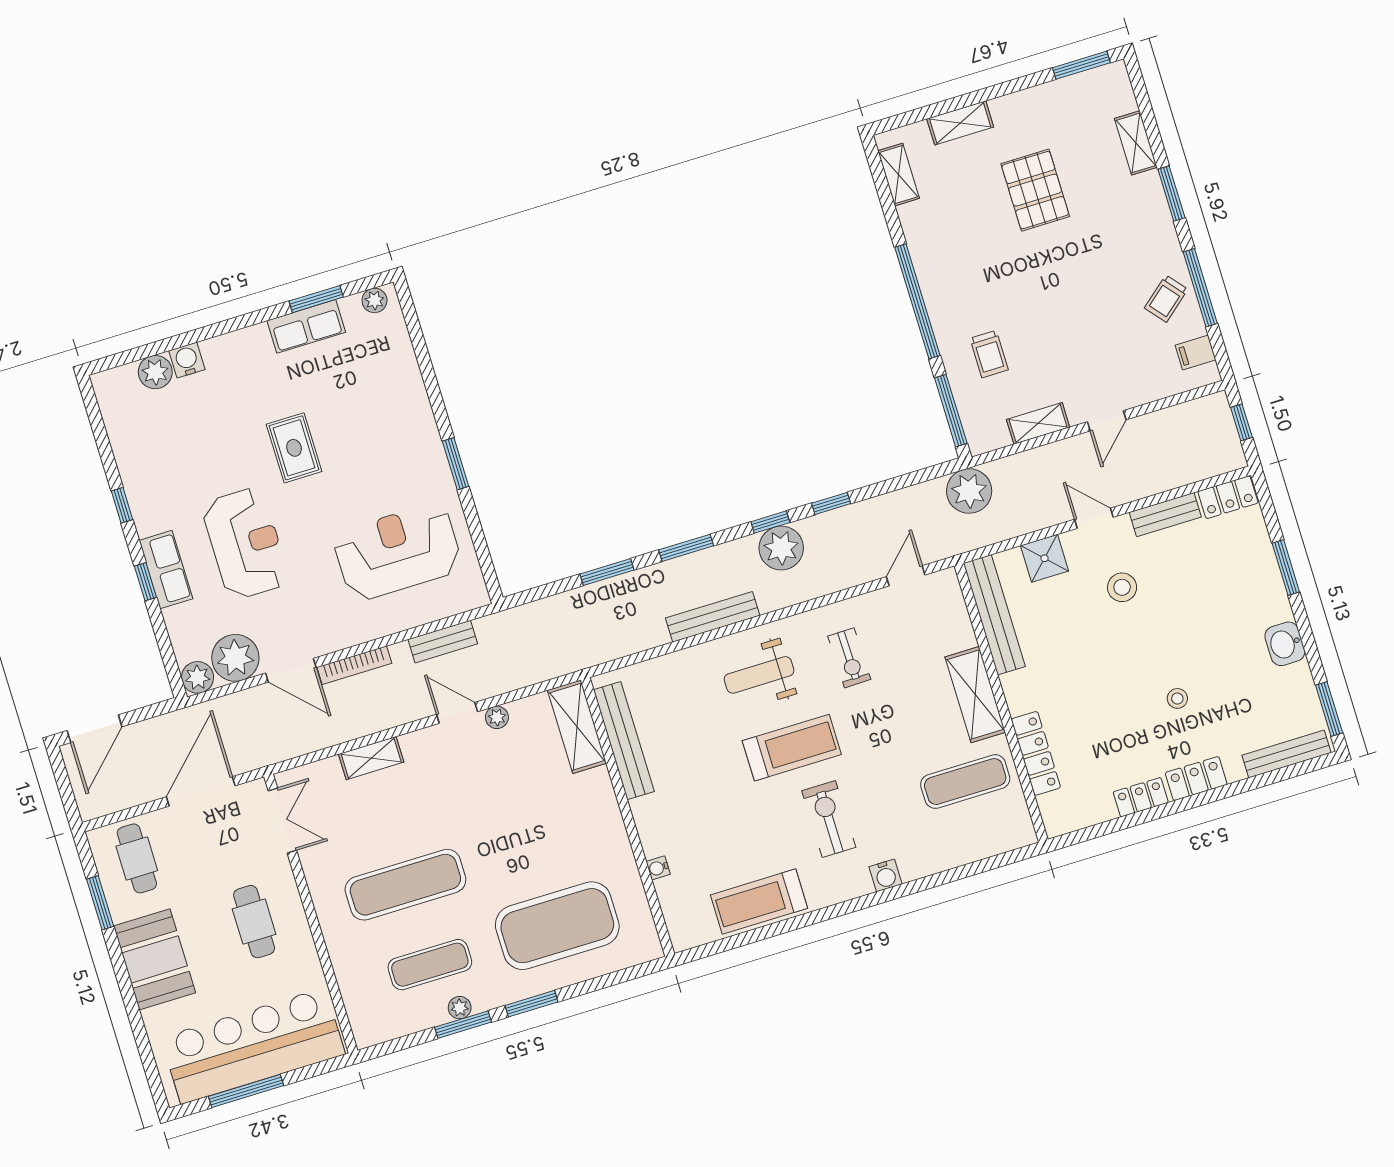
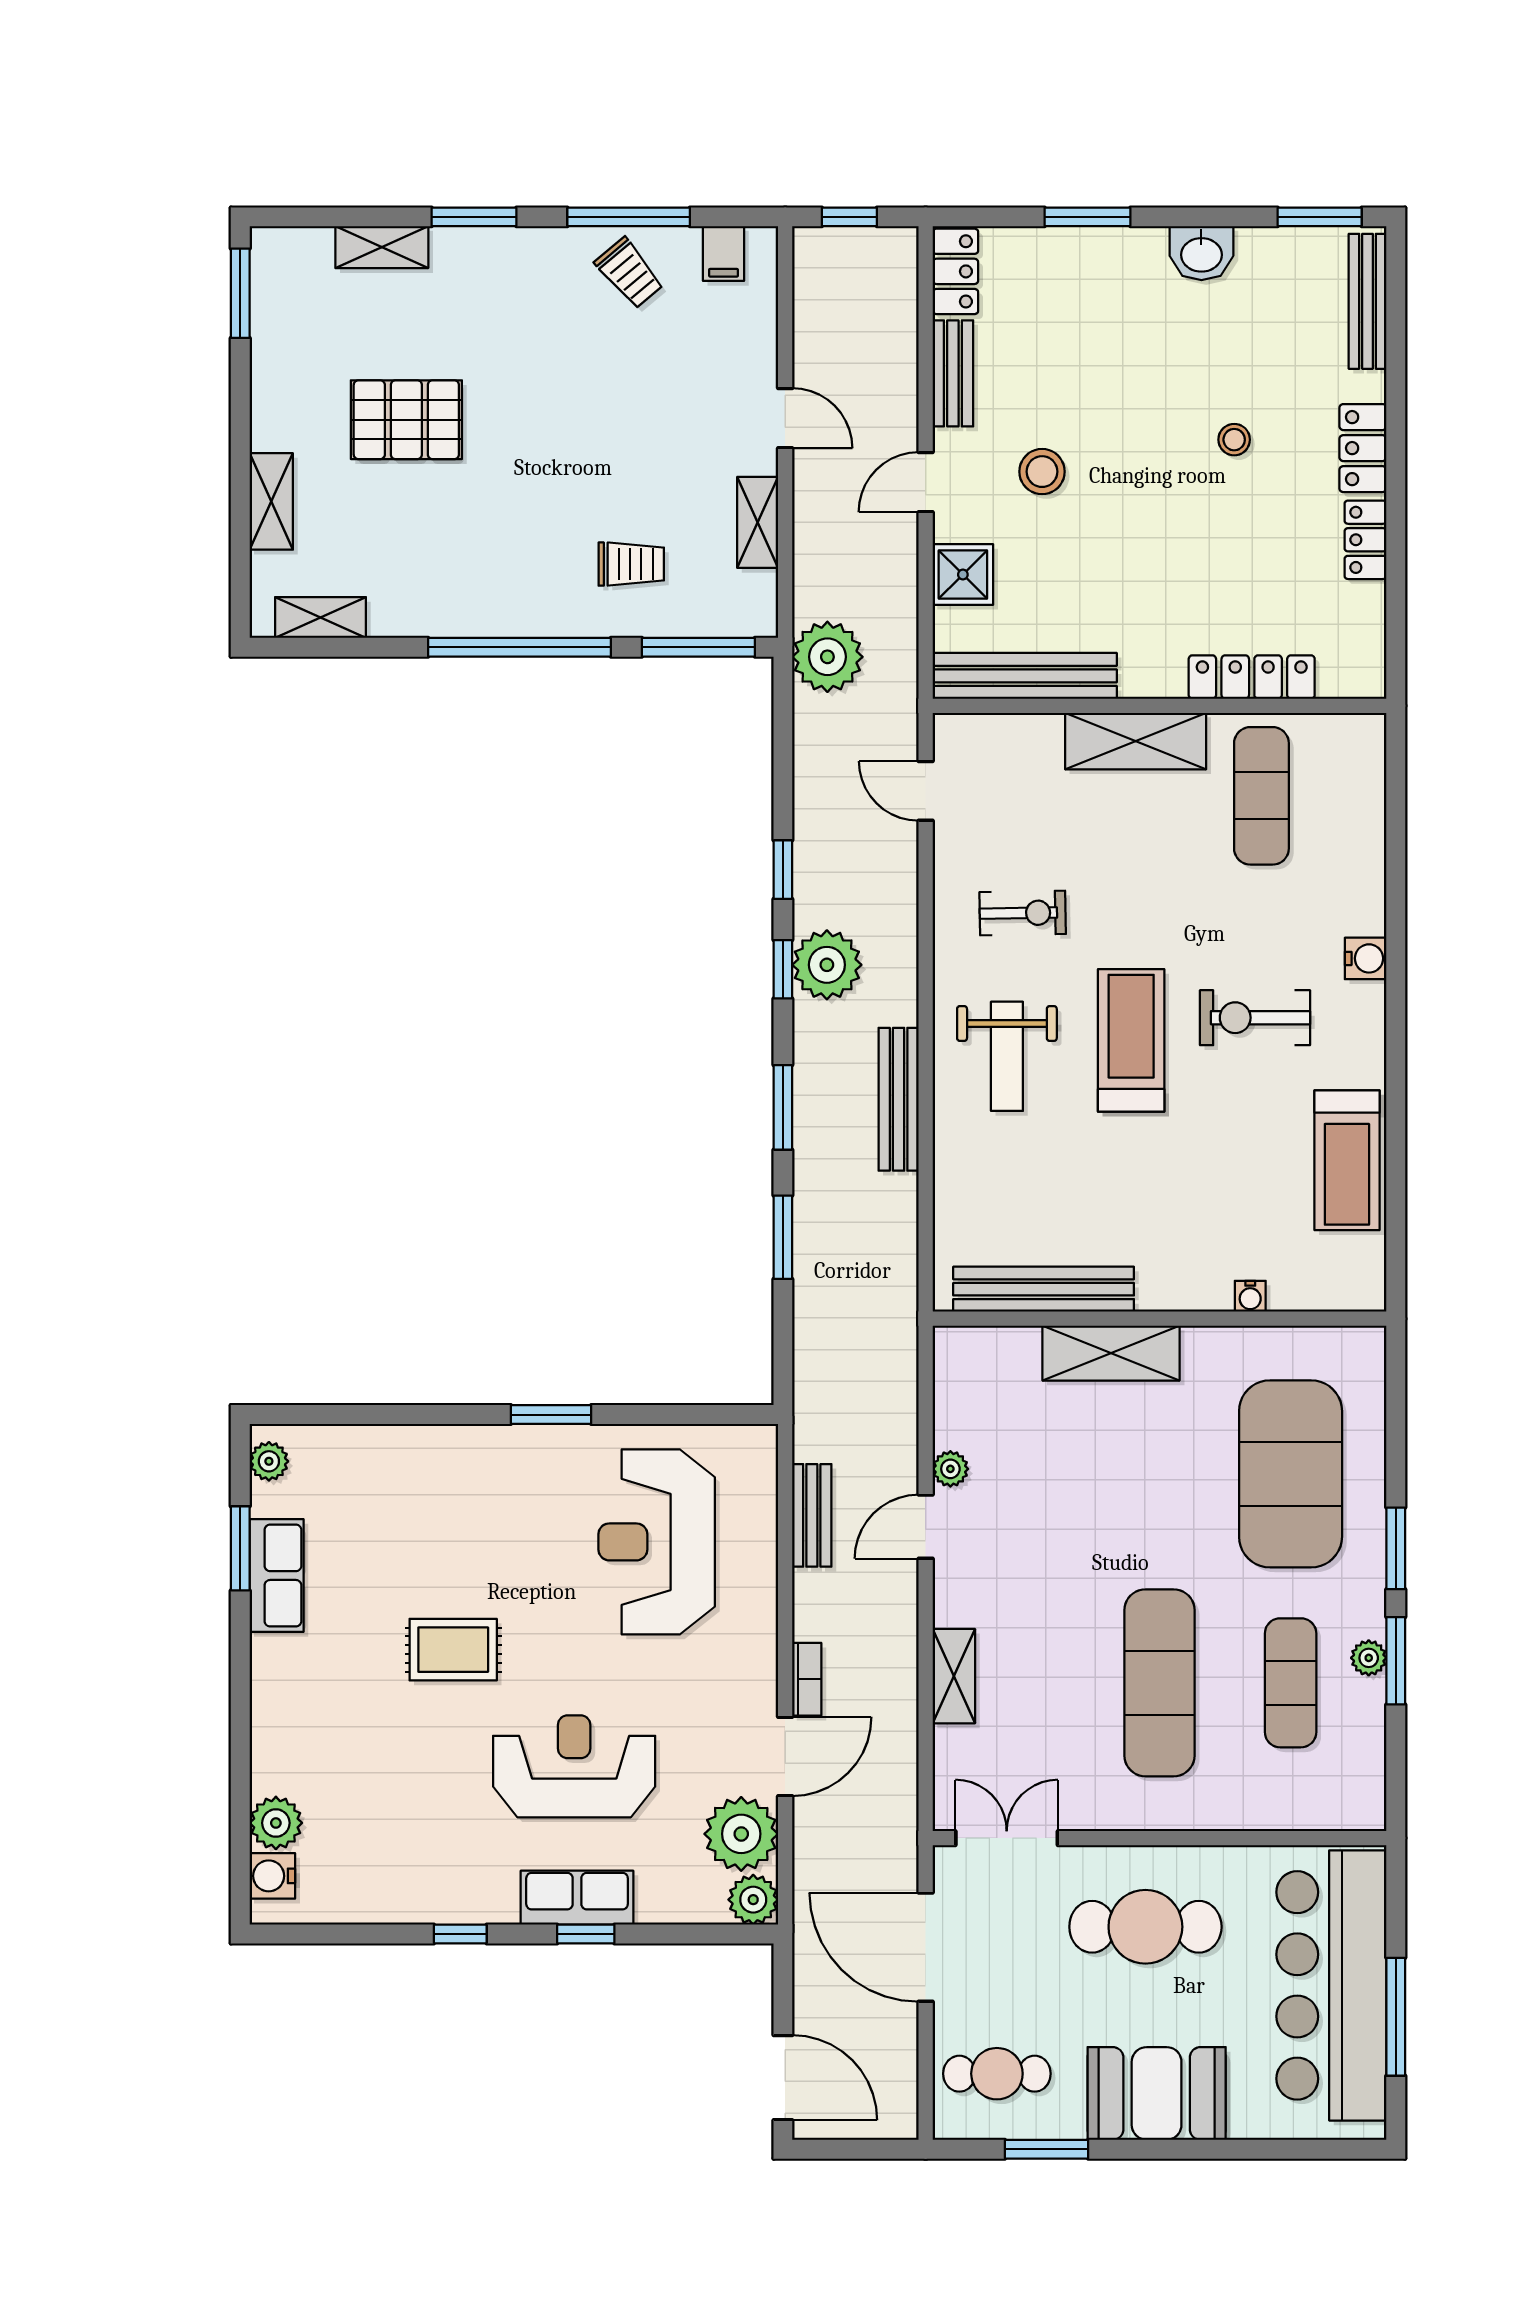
water cooler: (187, 360) -> (272, 1876), moved
bookcase: (354, 665) -> (807, 1679), width x0.64
shelving: (577, 727) -> (1111, 1353), moved
cafe table: (254, 922) -> (1145, 1927), width x1.37, depth x1.35

